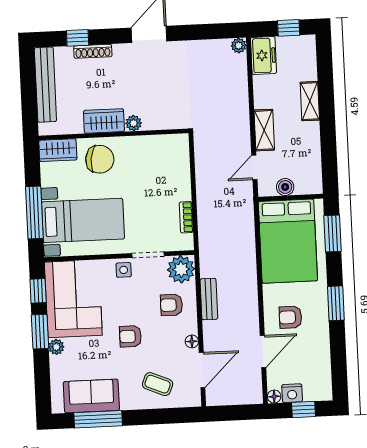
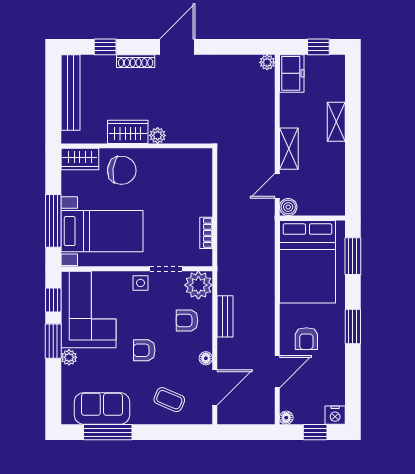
shoe rack: (93, 51) -> (136, 61), moved
boiler: (285, 187) -> (288, 207), moved
armchair: (290, 317) -> (306, 339), turned -90
nightstand: (292, 393) -> (335, 415), moved

